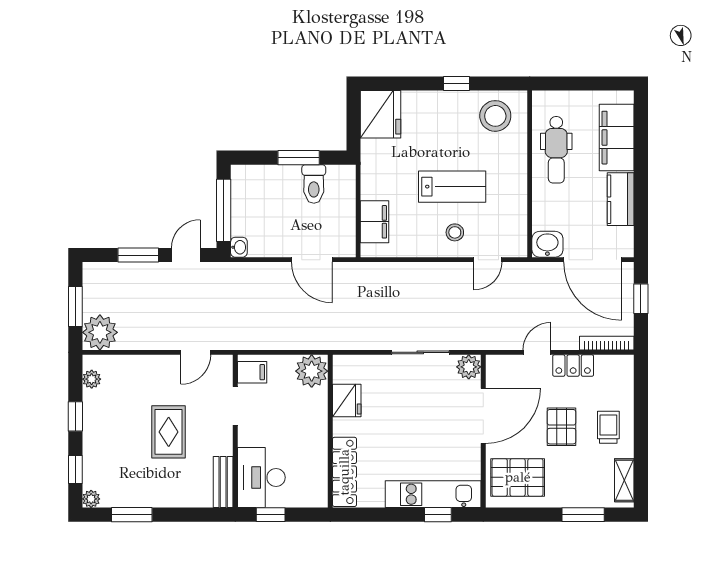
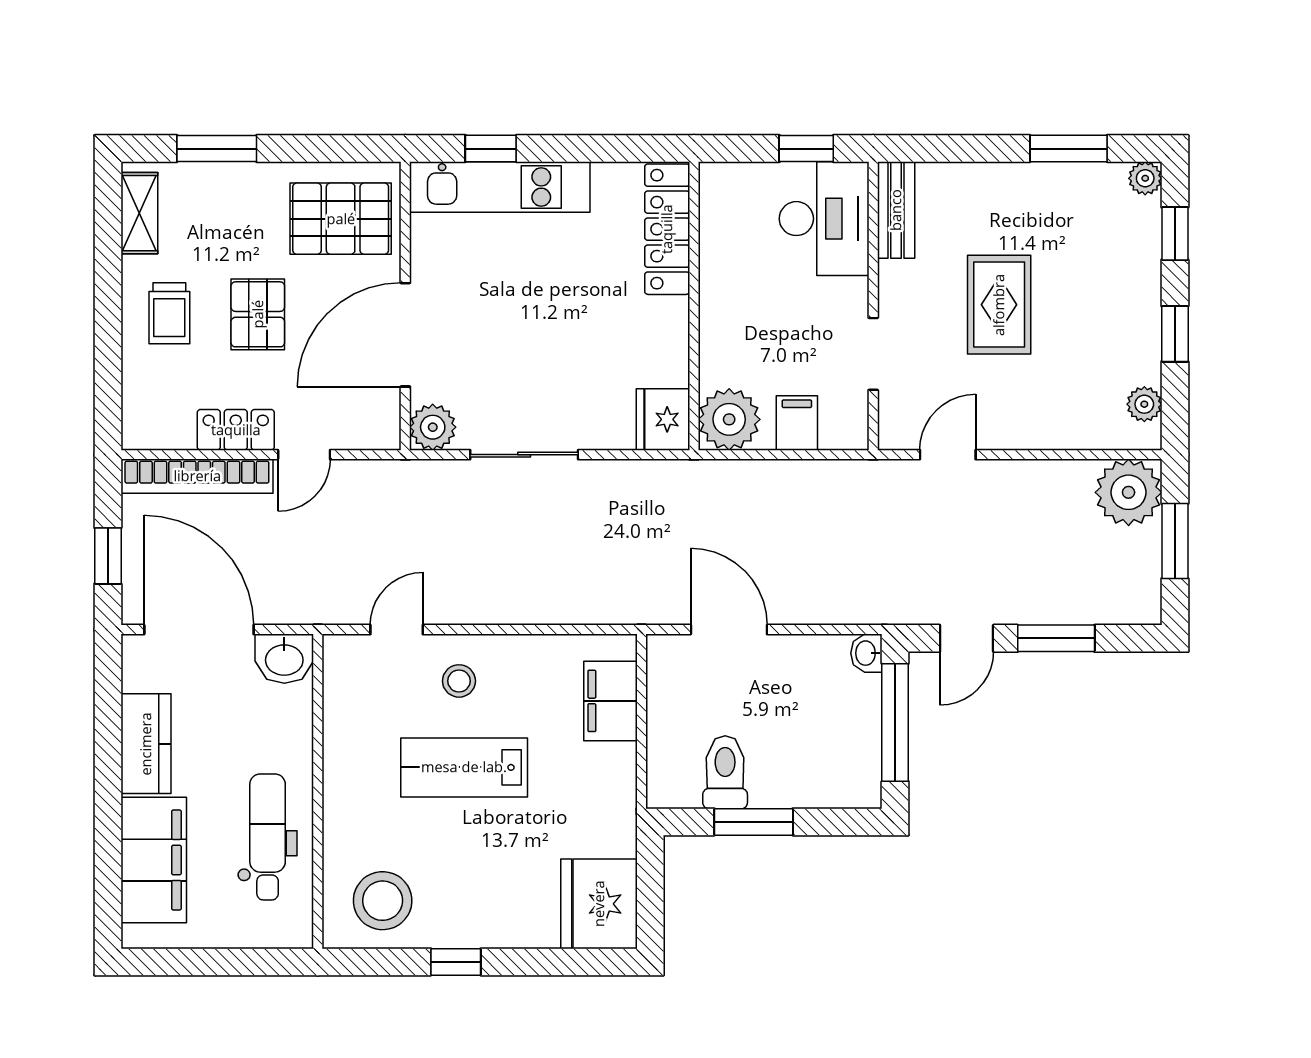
bookcase: (607, 343) -> (197, 476), width x1.48, depth x1.31
filing cabinet: (252, 372) -> (797, 423), moved, turned 90
fridge: (347, 401) -> (663, 419), moved

